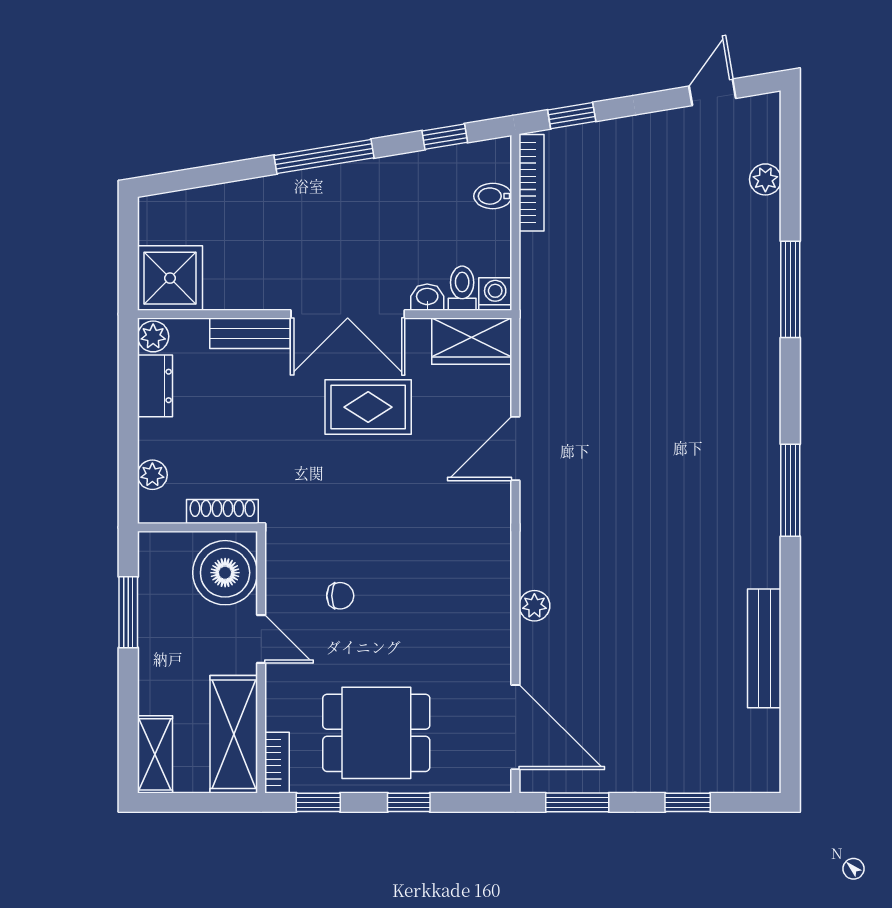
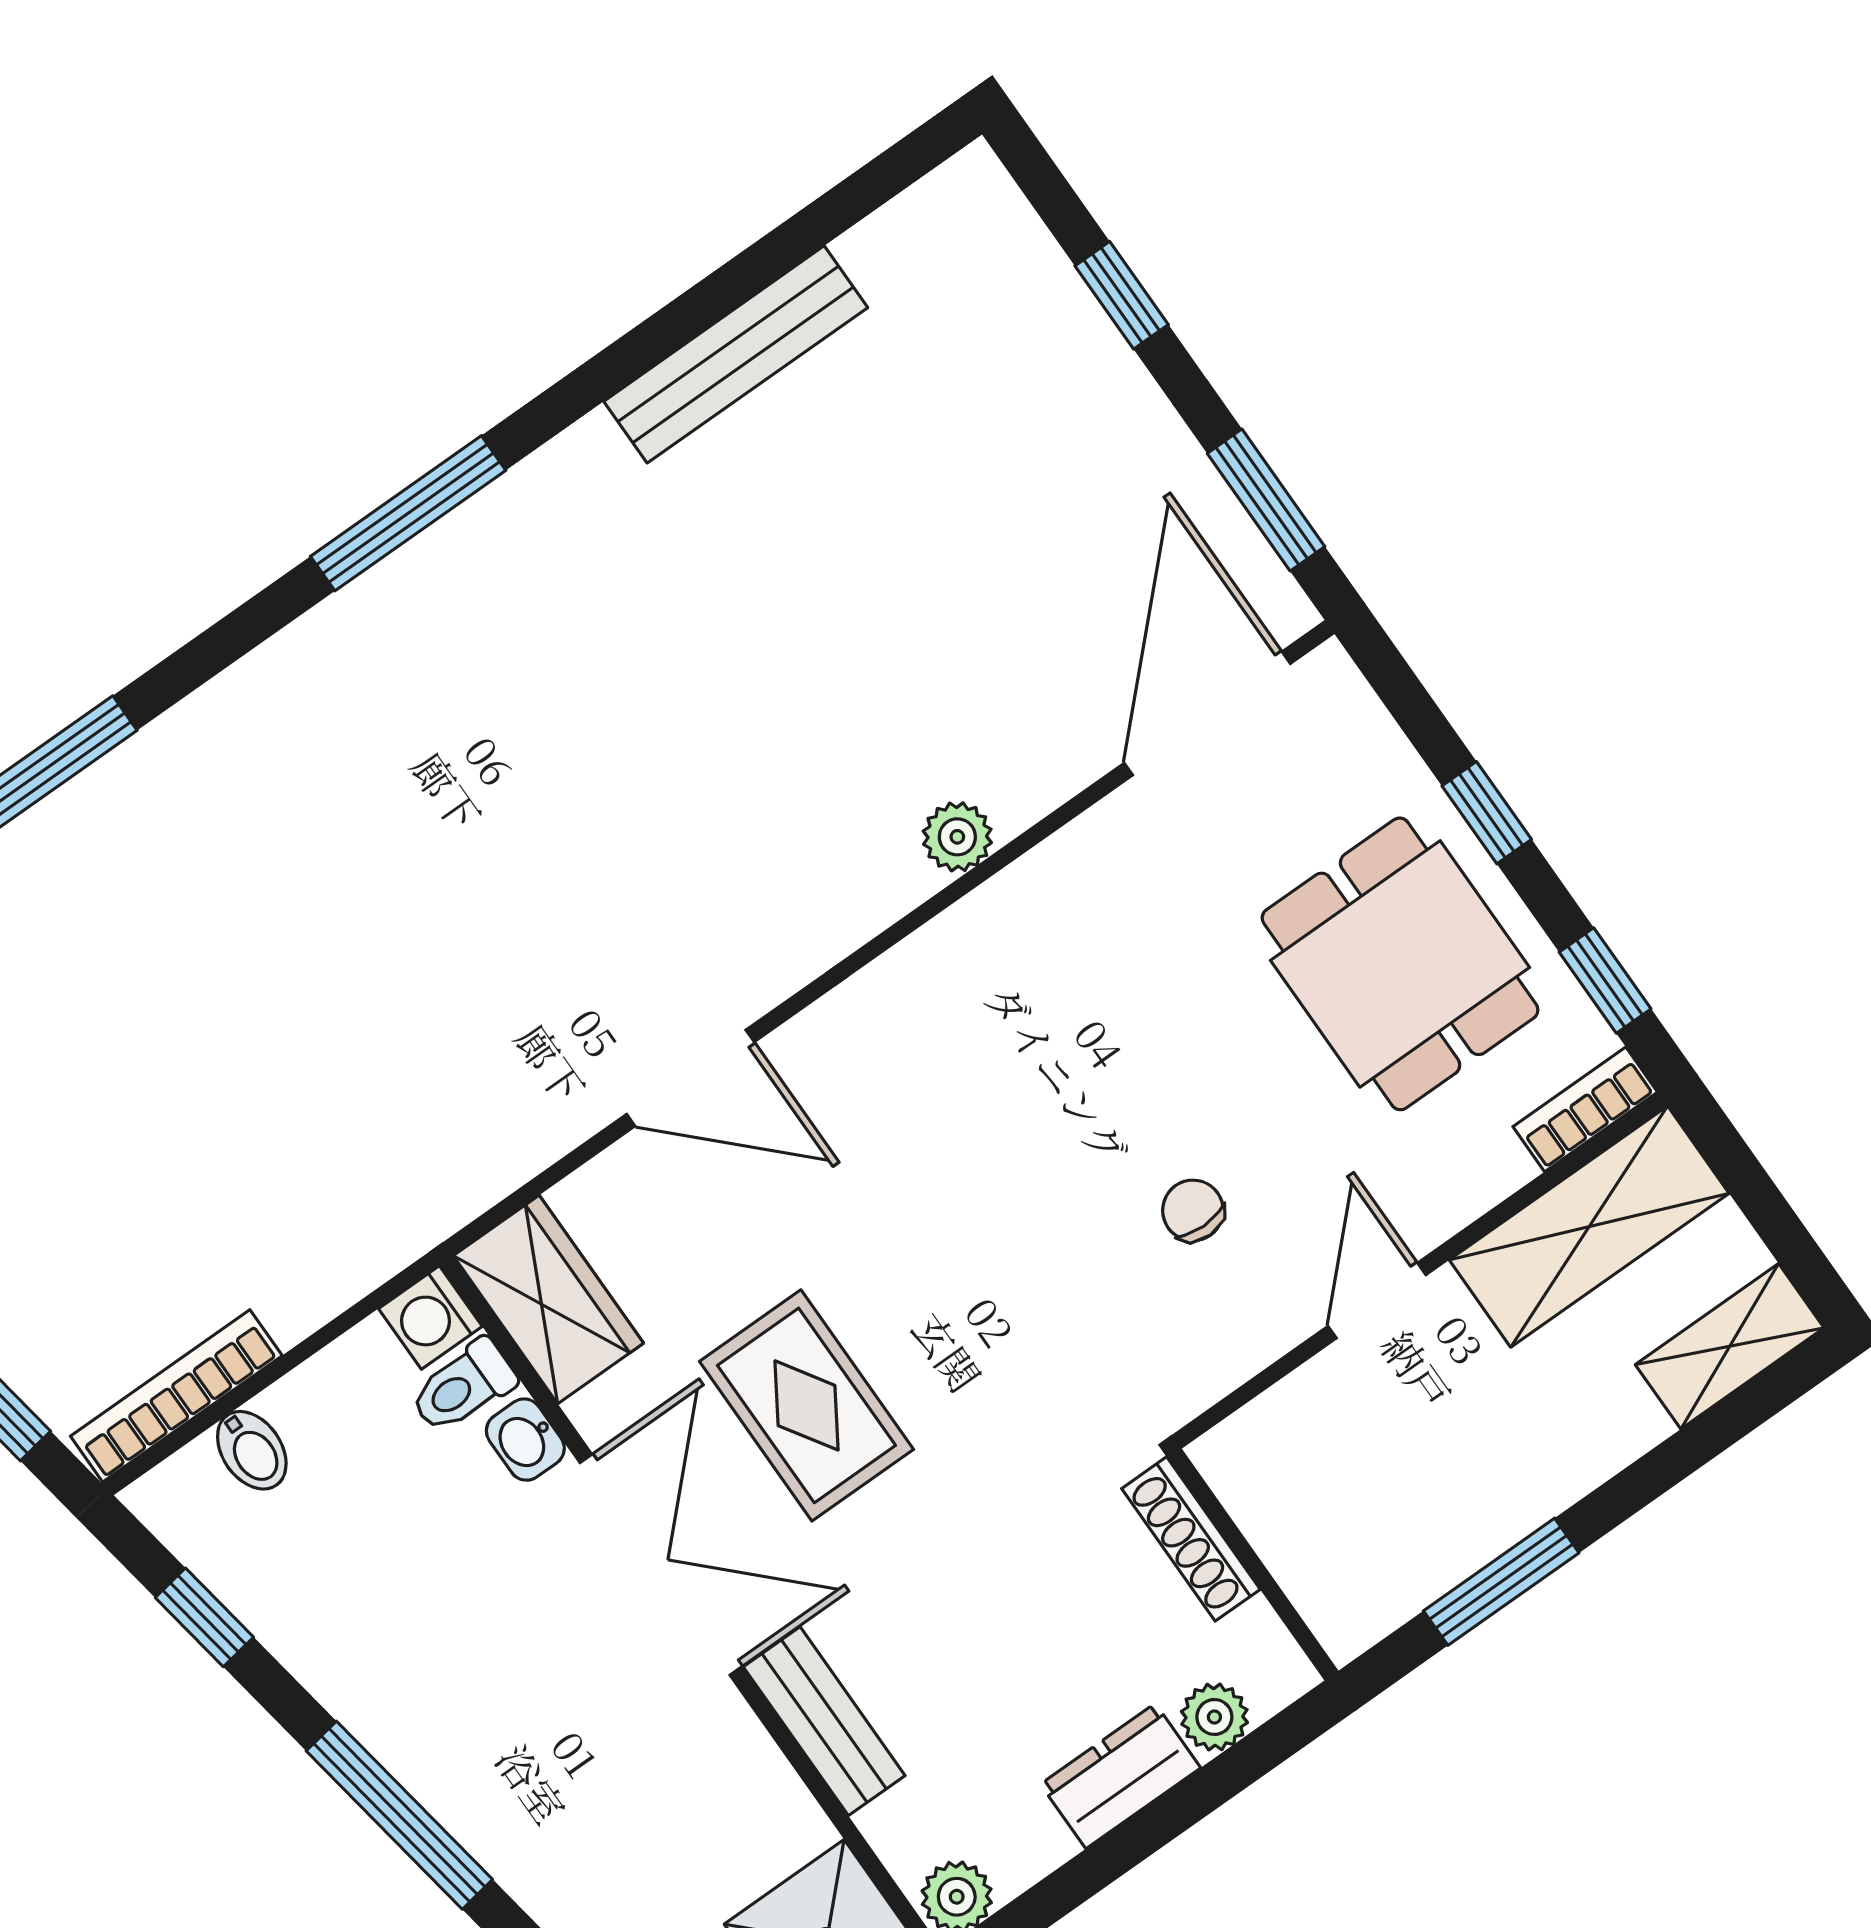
dresser: (155, 386) -> (1121, 1776), moved
boiler: (225, 573) -> (1301, 1454), removed

